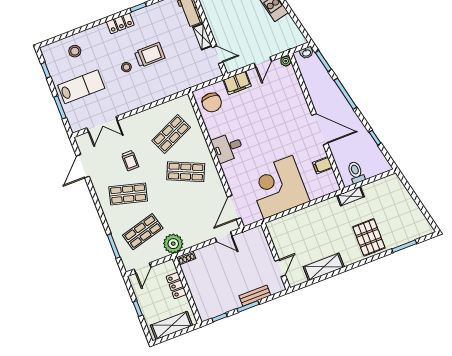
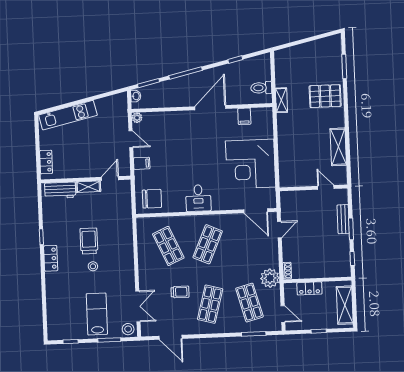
stool: (75, 51) -> (128, 329), moved
filing cabinet: (237, 83) -> (142, 163), width x0.50

